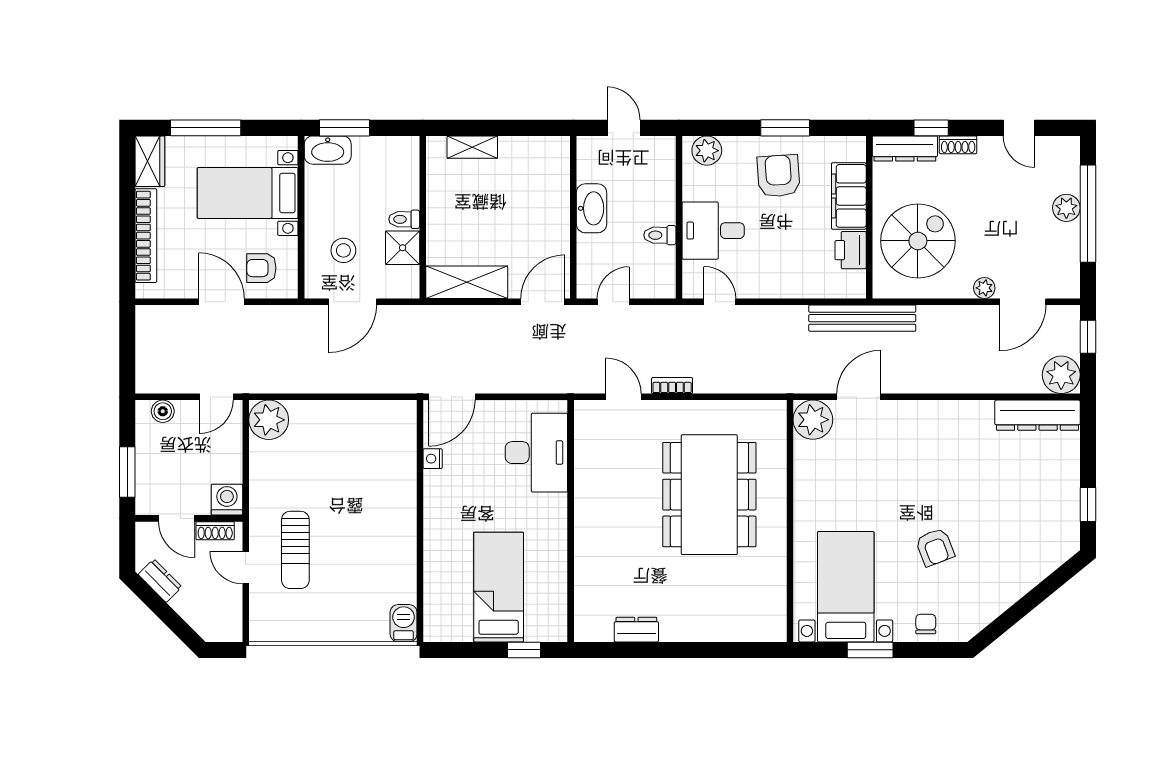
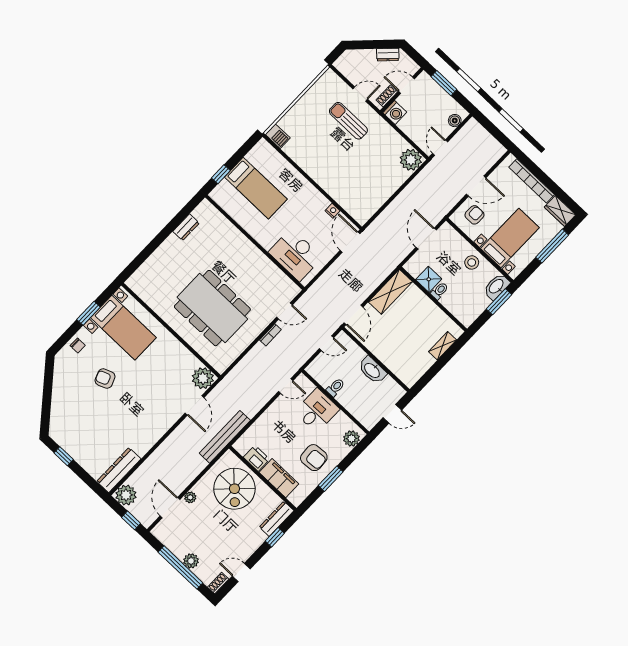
shoe rack: (958, 145) -> (218, 583), moved
stool: (343, 250) -> (472, 262), moved
door: (613, 302) -> (327, 343), hinge flipped

